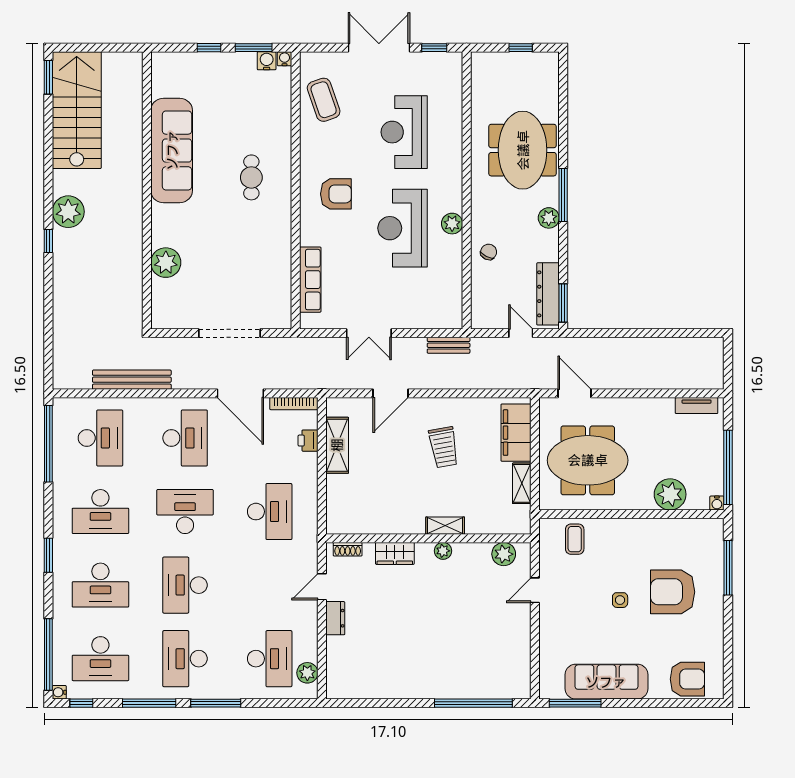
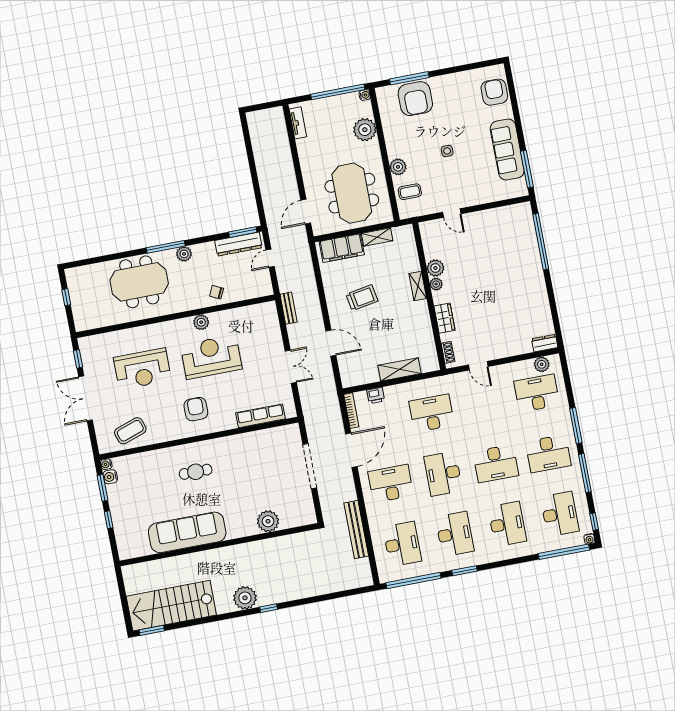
reception desk: (402, 228) -> (211, 357), turned 180
desk: (100, 438) -> (402, 544), turned 90
shelving: (337, 445) -> (400, 369), moved
plant: (611, 530) -> (398, 167), added
plant: (504, 554) -> (435, 268), moved
window: (48, 555) -> (465, 571), moved
armchair: (673, 592) -> (415, 99), moved
dresser: (335, 618) -> (545, 343), moved

